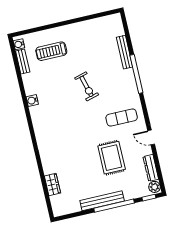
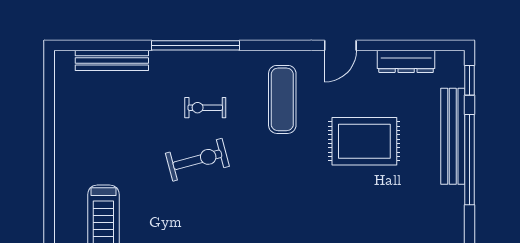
bench: (124, 52) -> (112, 60), moved
exercise bike: (110, 85) -> (205, 108), added
plant: (155, 187) -> (449, 63), removed
bench: (102, 201) -> (453, 136), moved

